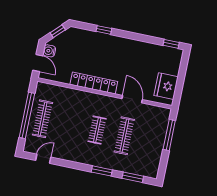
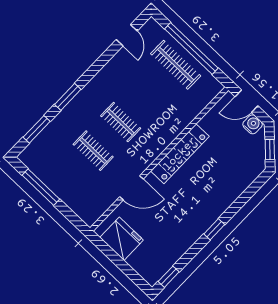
window: (104, 30) -> (214, 229), moved
window: (169, 135) -> (41, 187), moved
clothes rail: (124, 136) -> (93, 151), width x0.73

